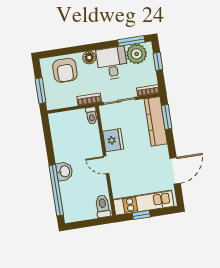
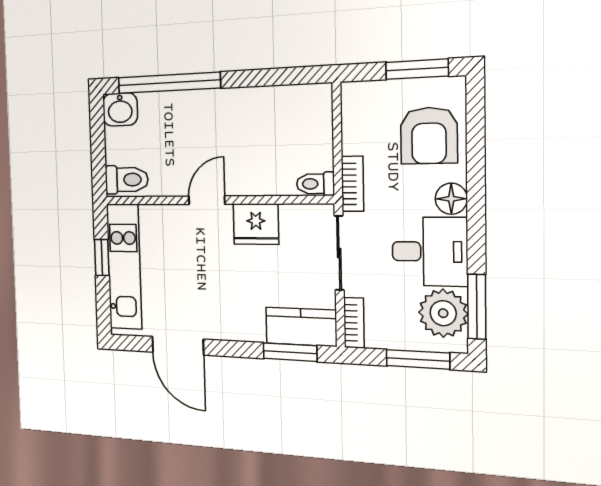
window: (158, 61) -> (418, 359), width x1.50
armchair: (65, 70) -> (429, 136), turned -90
window: (41, 91) -> (417, 69), moved
kitchen counter: (156, 121) -> (301, 327), width x0.67
washbasin: (64, 171) -> (120, 109), moved

